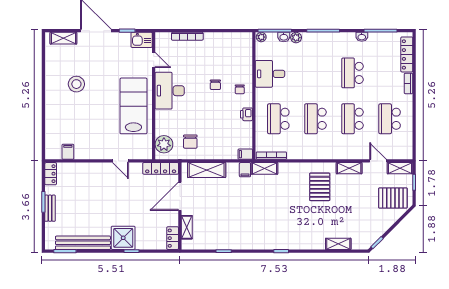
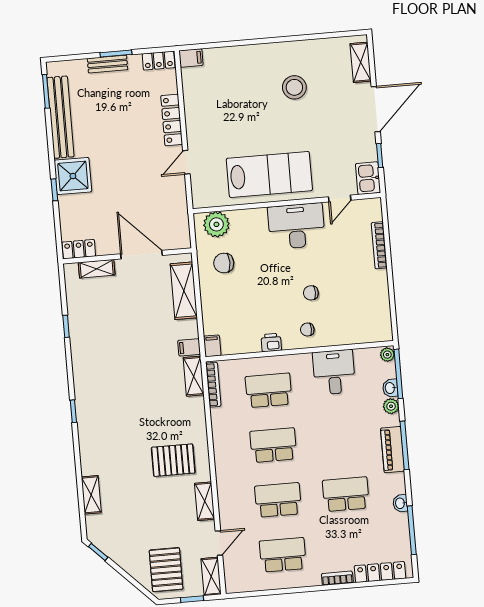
piano: (325, 39) -> (392, 450), added
filing cabinet: (68, 152) -> (191, 58), moved
locker: (161, 168) -> (172, 120), moved

